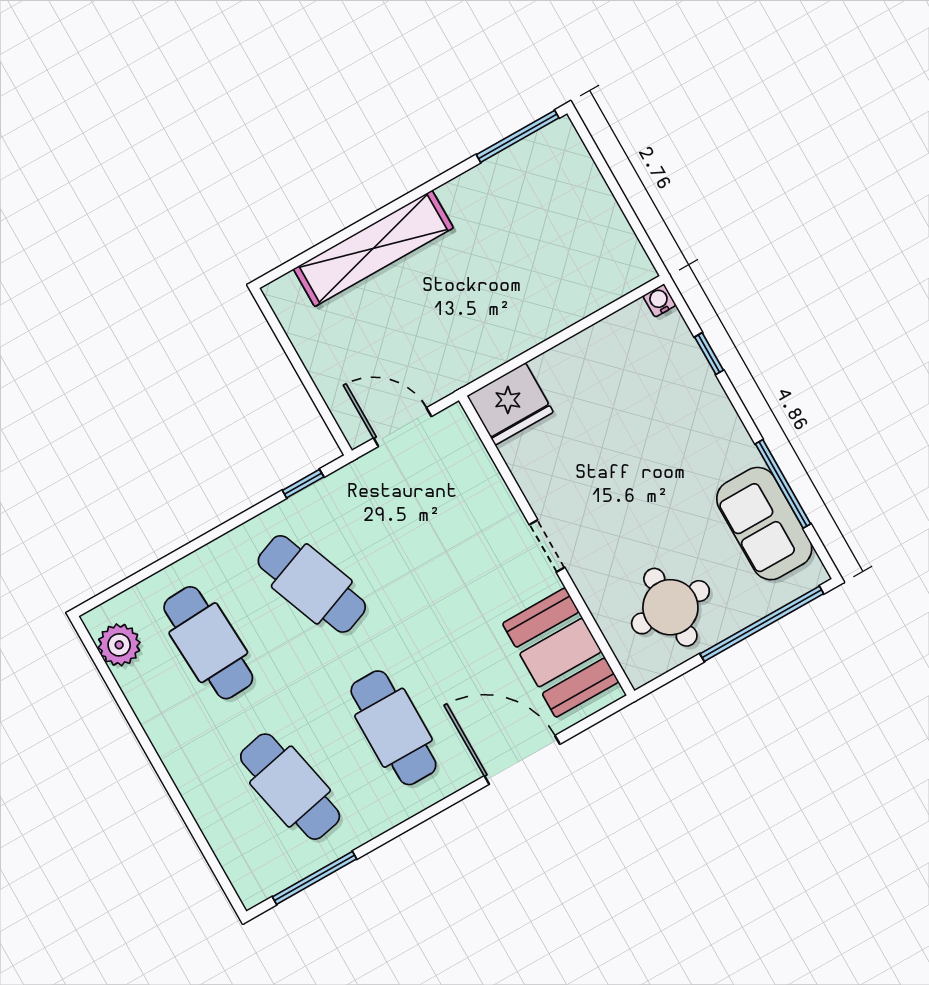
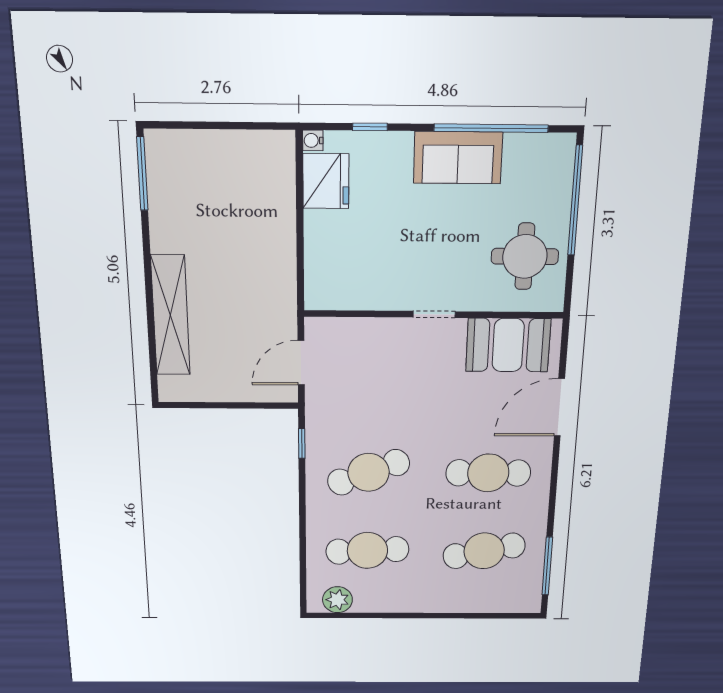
fridge: (510, 404) -> (326, 181), moved
window: (783, 484) -> (491, 128), width x1.46
sofa: (764, 524) -> (458, 158), moved

